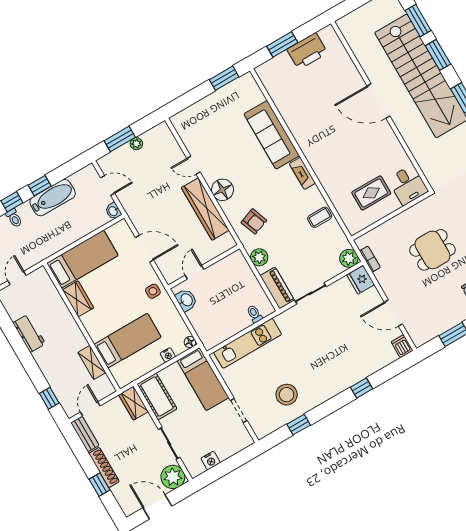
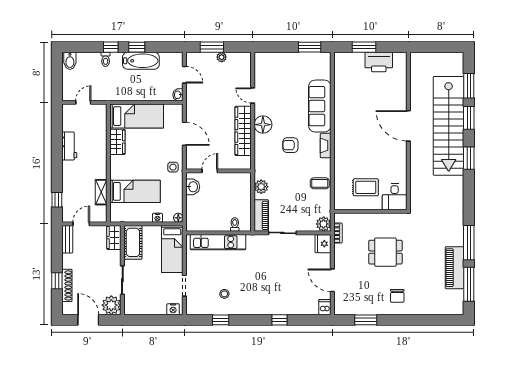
armchair: (254, 221) -> (290, 145), moved, turned 110
stool: (287, 395) -> (224, 294), width x0.53, depth x0.53
nightstand: (211, 461) -> (173, 309), moved
shoe rack: (104, 468) -> (67, 285), moved

